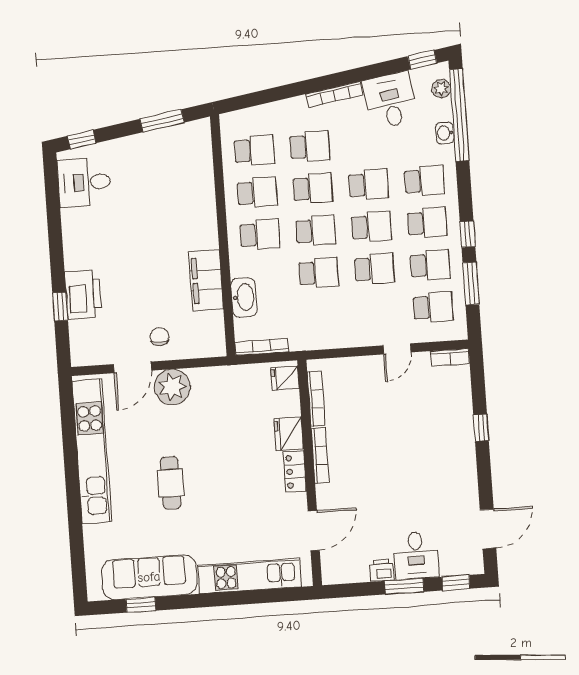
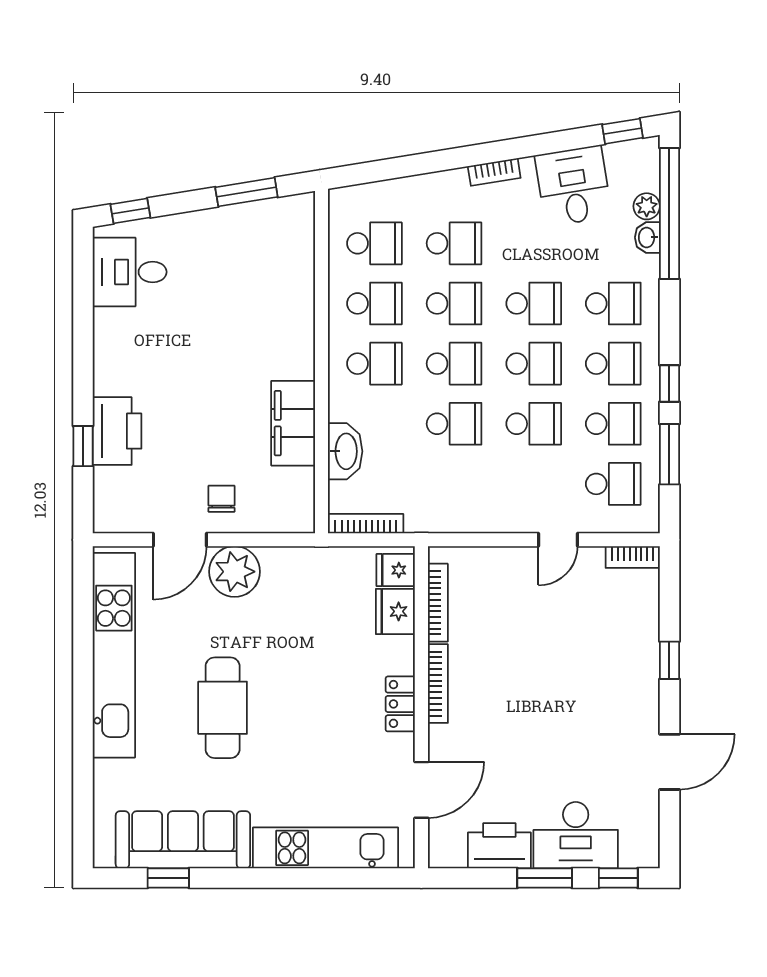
plant: (441, 89) -> (647, 206), moved
bookcase: (334, 95) -> (494, 172), width x0.64
fridge: (289, 434) -> (395, 611), moved
cafe table: (171, 483) -> (223, 708), width x1.37, depth x1.35
door: (488, 529) -> (669, 762), moved
desk: (416, 555) -> (576, 835), width x1.37
printer: (382, 570) -> (499, 846), width x1.87, depth x1.48

